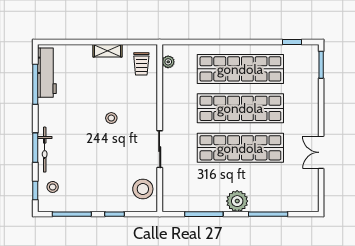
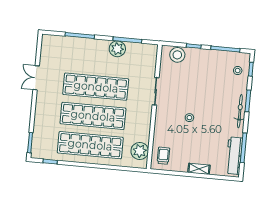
shelving: (107, 51) -> (199, 169), moved
plant: (168, 62) -> (140, 151), width x1.87, depth x1.87
bicycle: (45, 150) -> (240, 111), moved
double door: (321, 152) -> (36, 78), swing flipped
stool: (143, 189) -> (177, 55), moved
plant: (237, 201) -> (117, 49), moved

